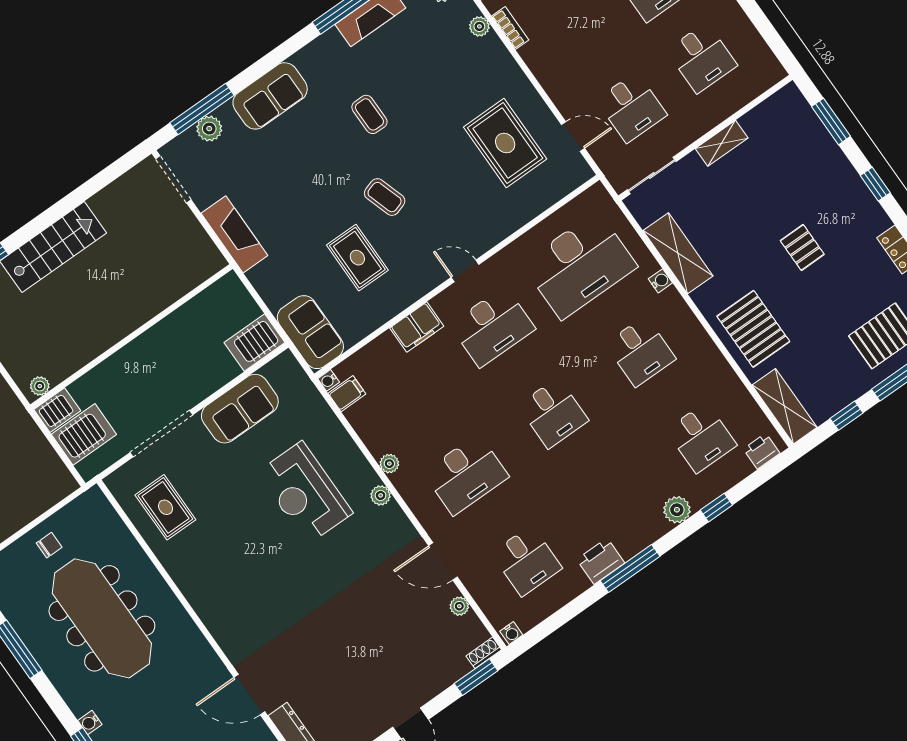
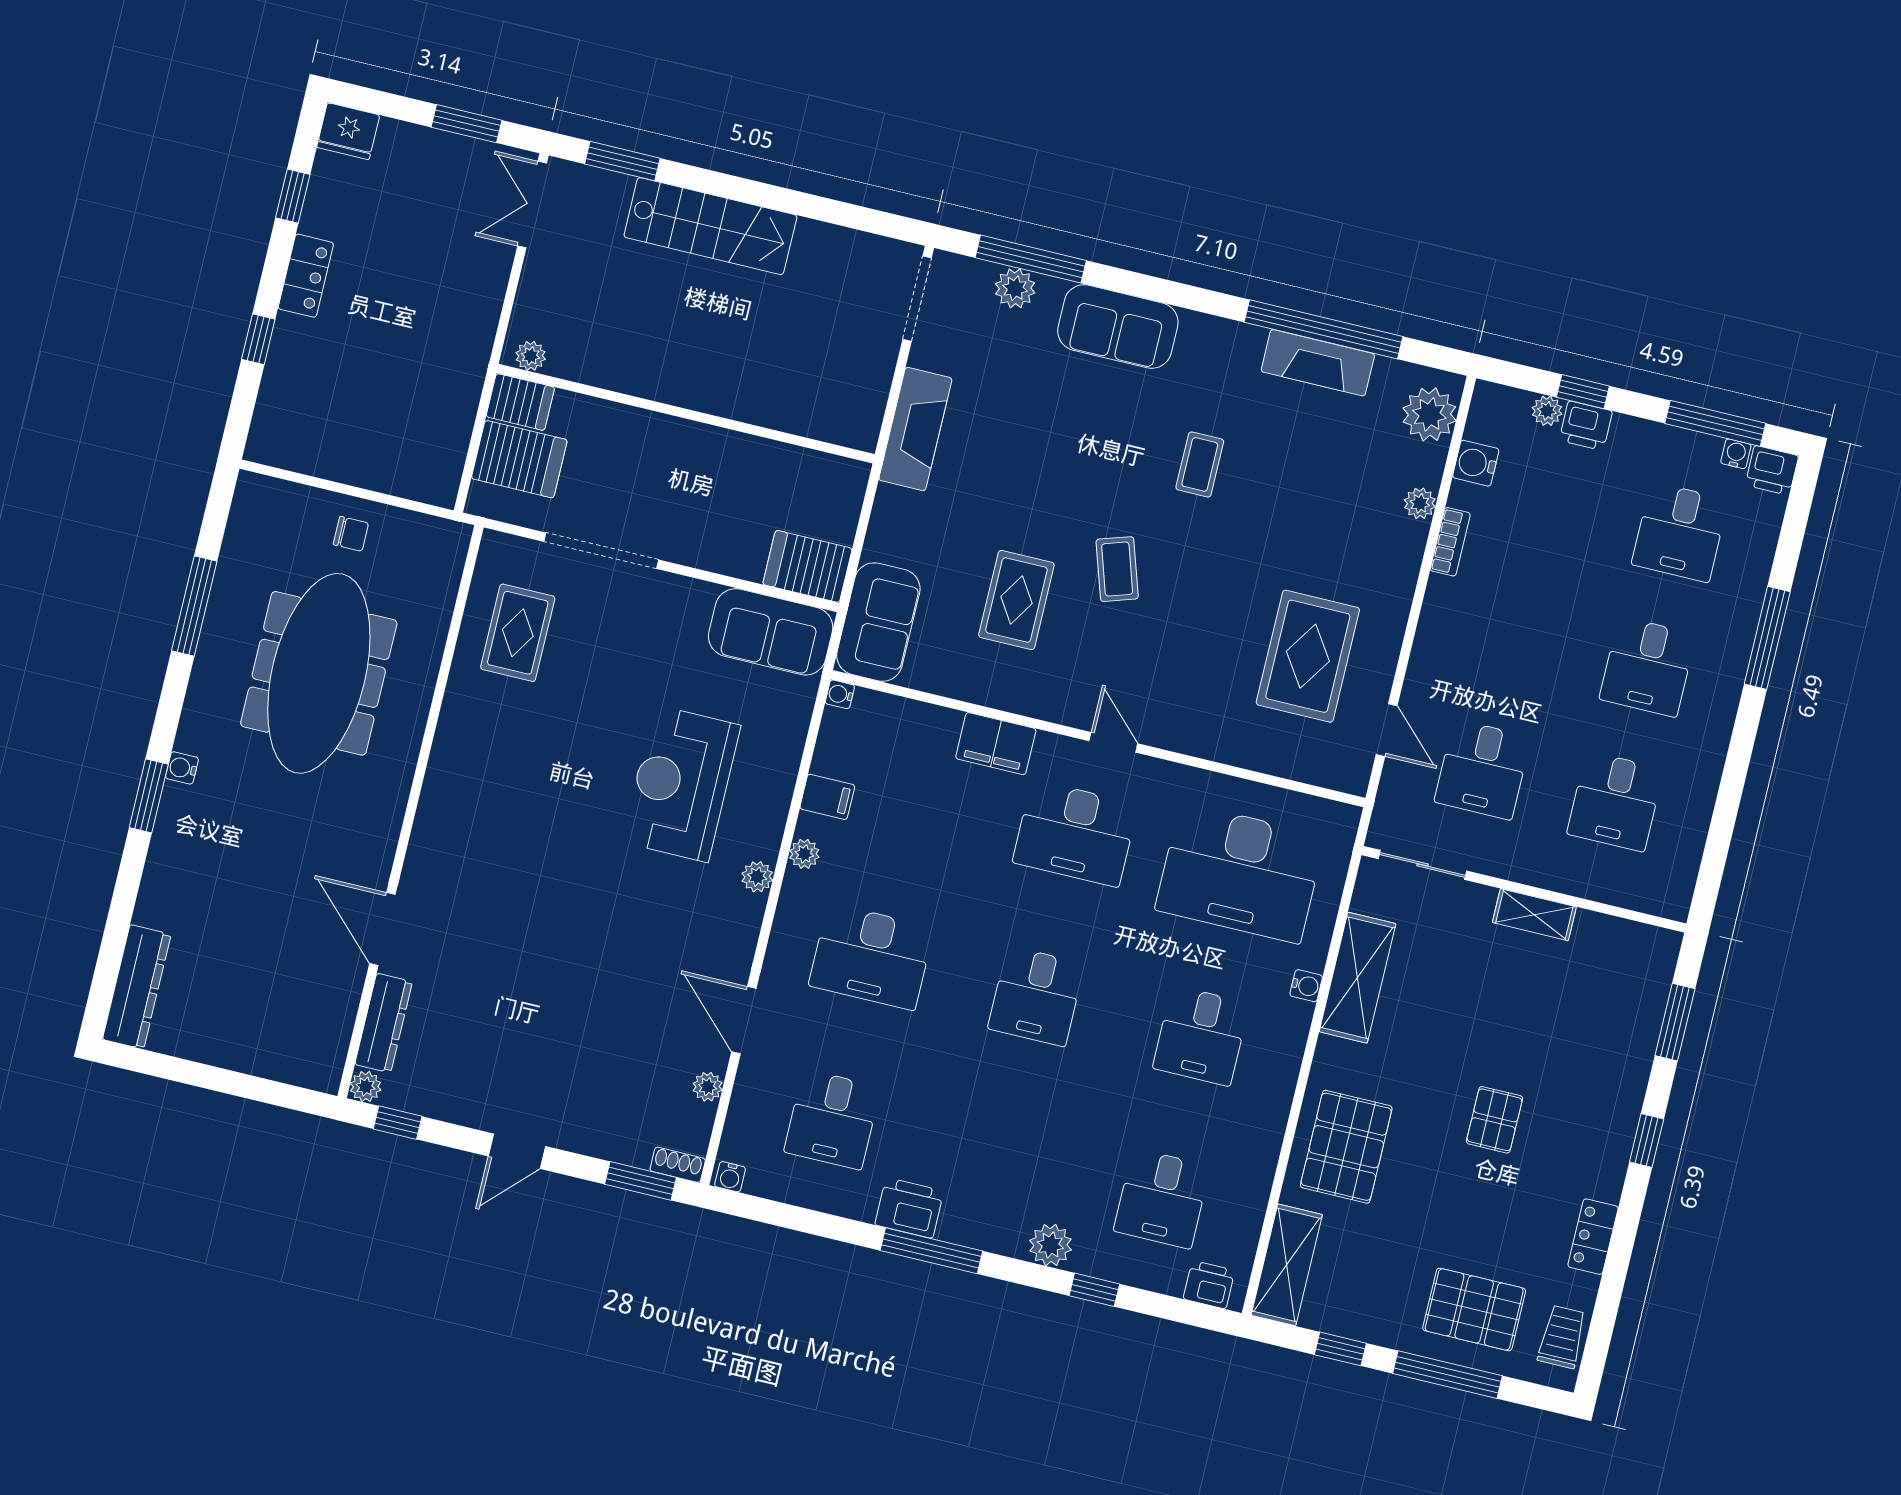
filing cabinet: (347, 394) -> (827, 797), moved
sofa: (240, 409) -> (771, 632), moved

